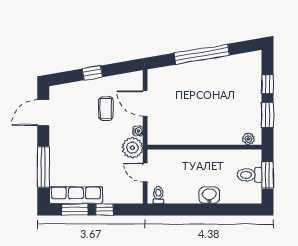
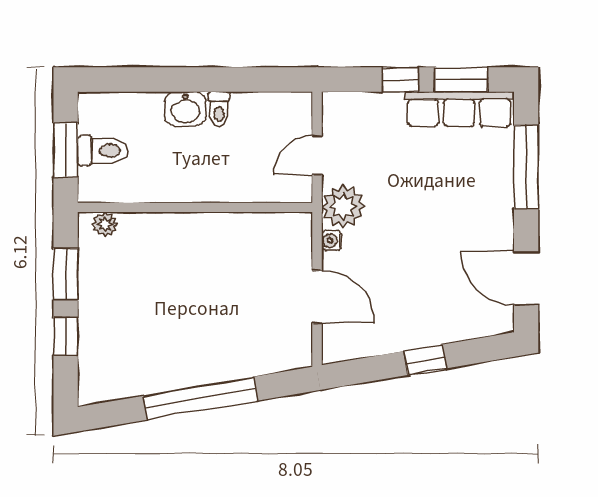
coffee table: (106, 108) -> (398, 287), removed
door: (43, 113) -> (526, 278), swing flipped
door: (145, 173) -> (317, 155), swing flipped
toilet: (158, 195) -> (219, 109), moved

